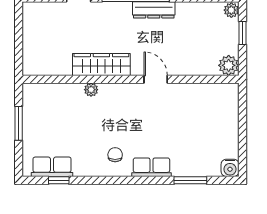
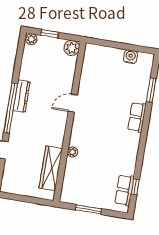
wardrobe: (101, 64) -> (51, 168), moved
chair: (115, 155) -> (123, 142), removed
water cooler: (230, 168) -> (130, 57), moved, turned -90

